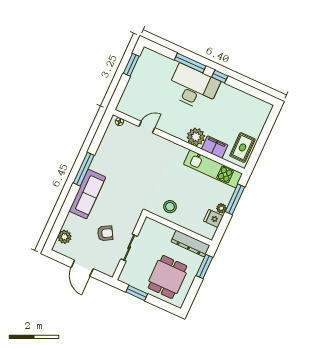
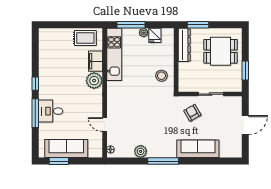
sofa: (140, 78) -> (66, 149), added
desk: (193, 87) -> (51, 111), width x0.53, depth x0.77
sofa: (87, 194) -> (198, 149), moved
armchair: (105, 233) -> (192, 113), moved
plant: (65, 237) -> (141, 151), moved

